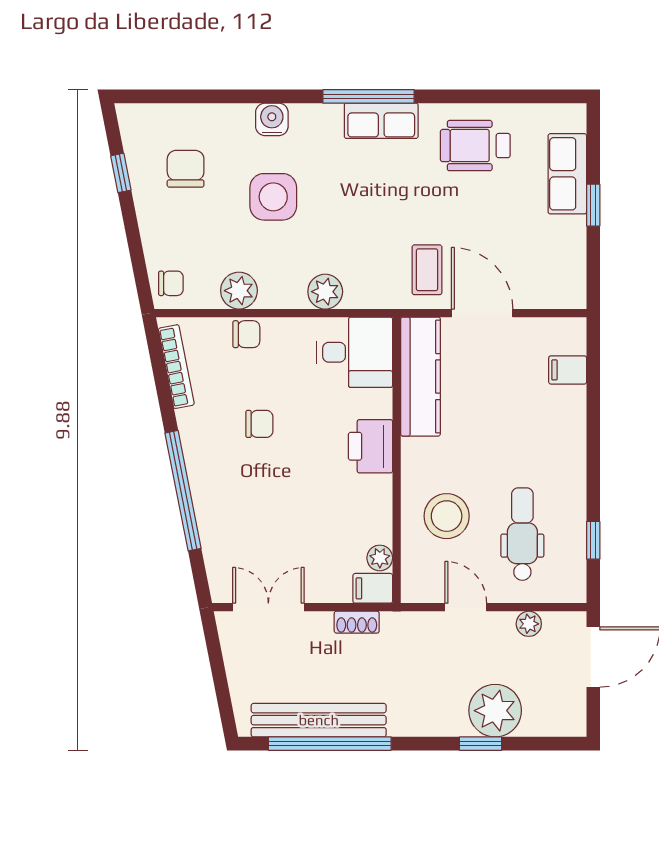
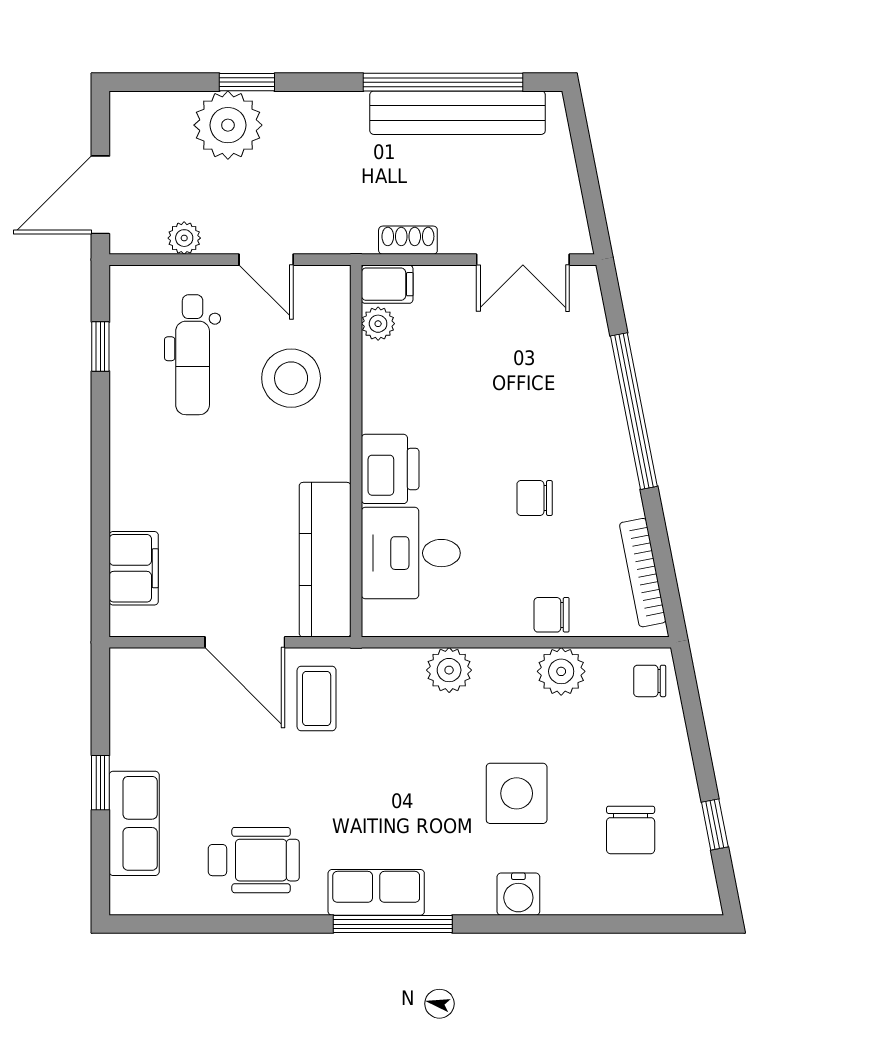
desk: (355, 352) -> (411, 553), moved
filing cabinet: (568, 370) -> (134, 568), width x2.00

